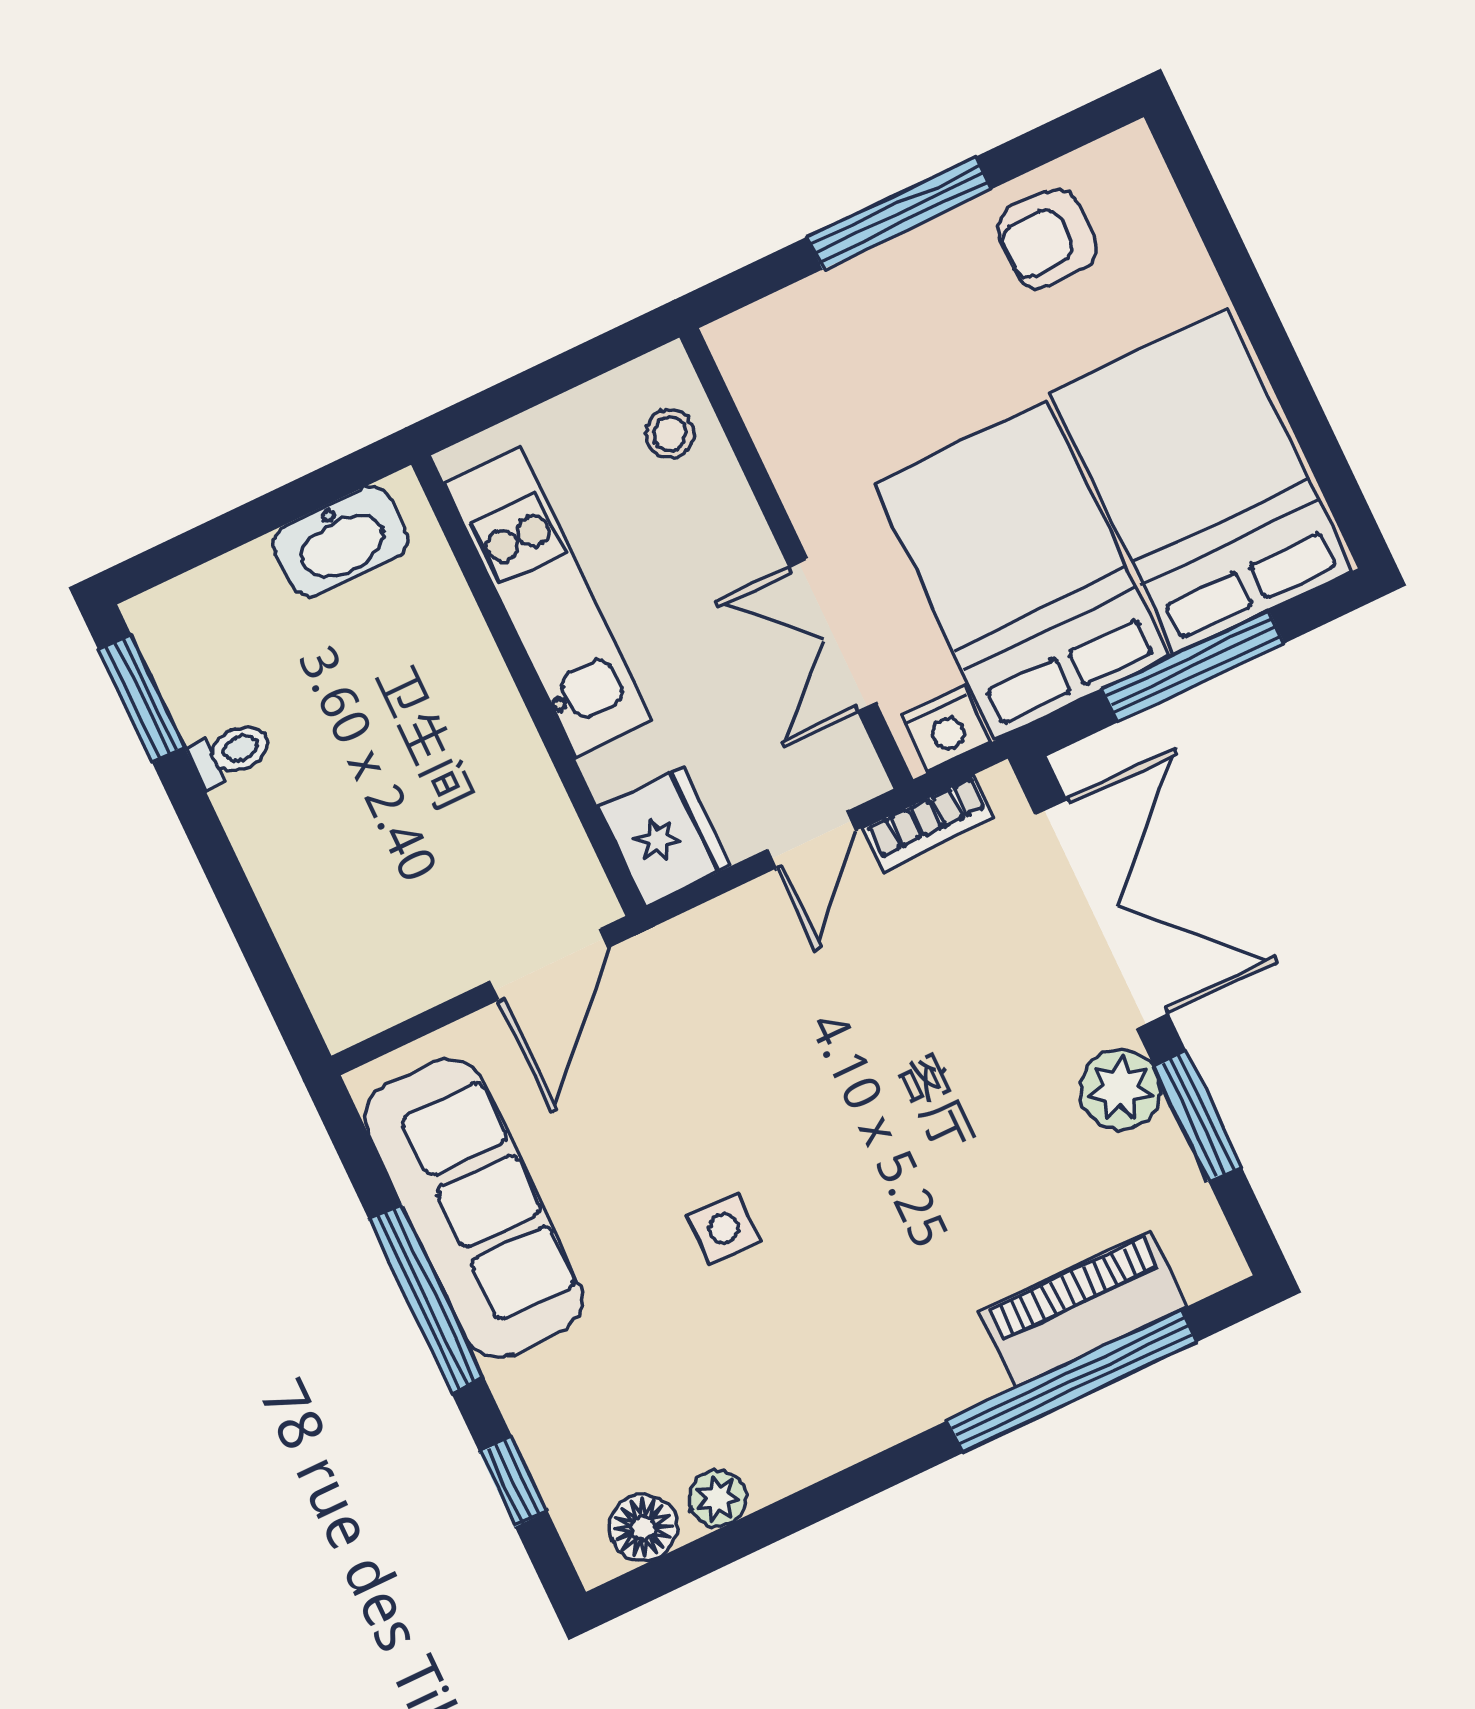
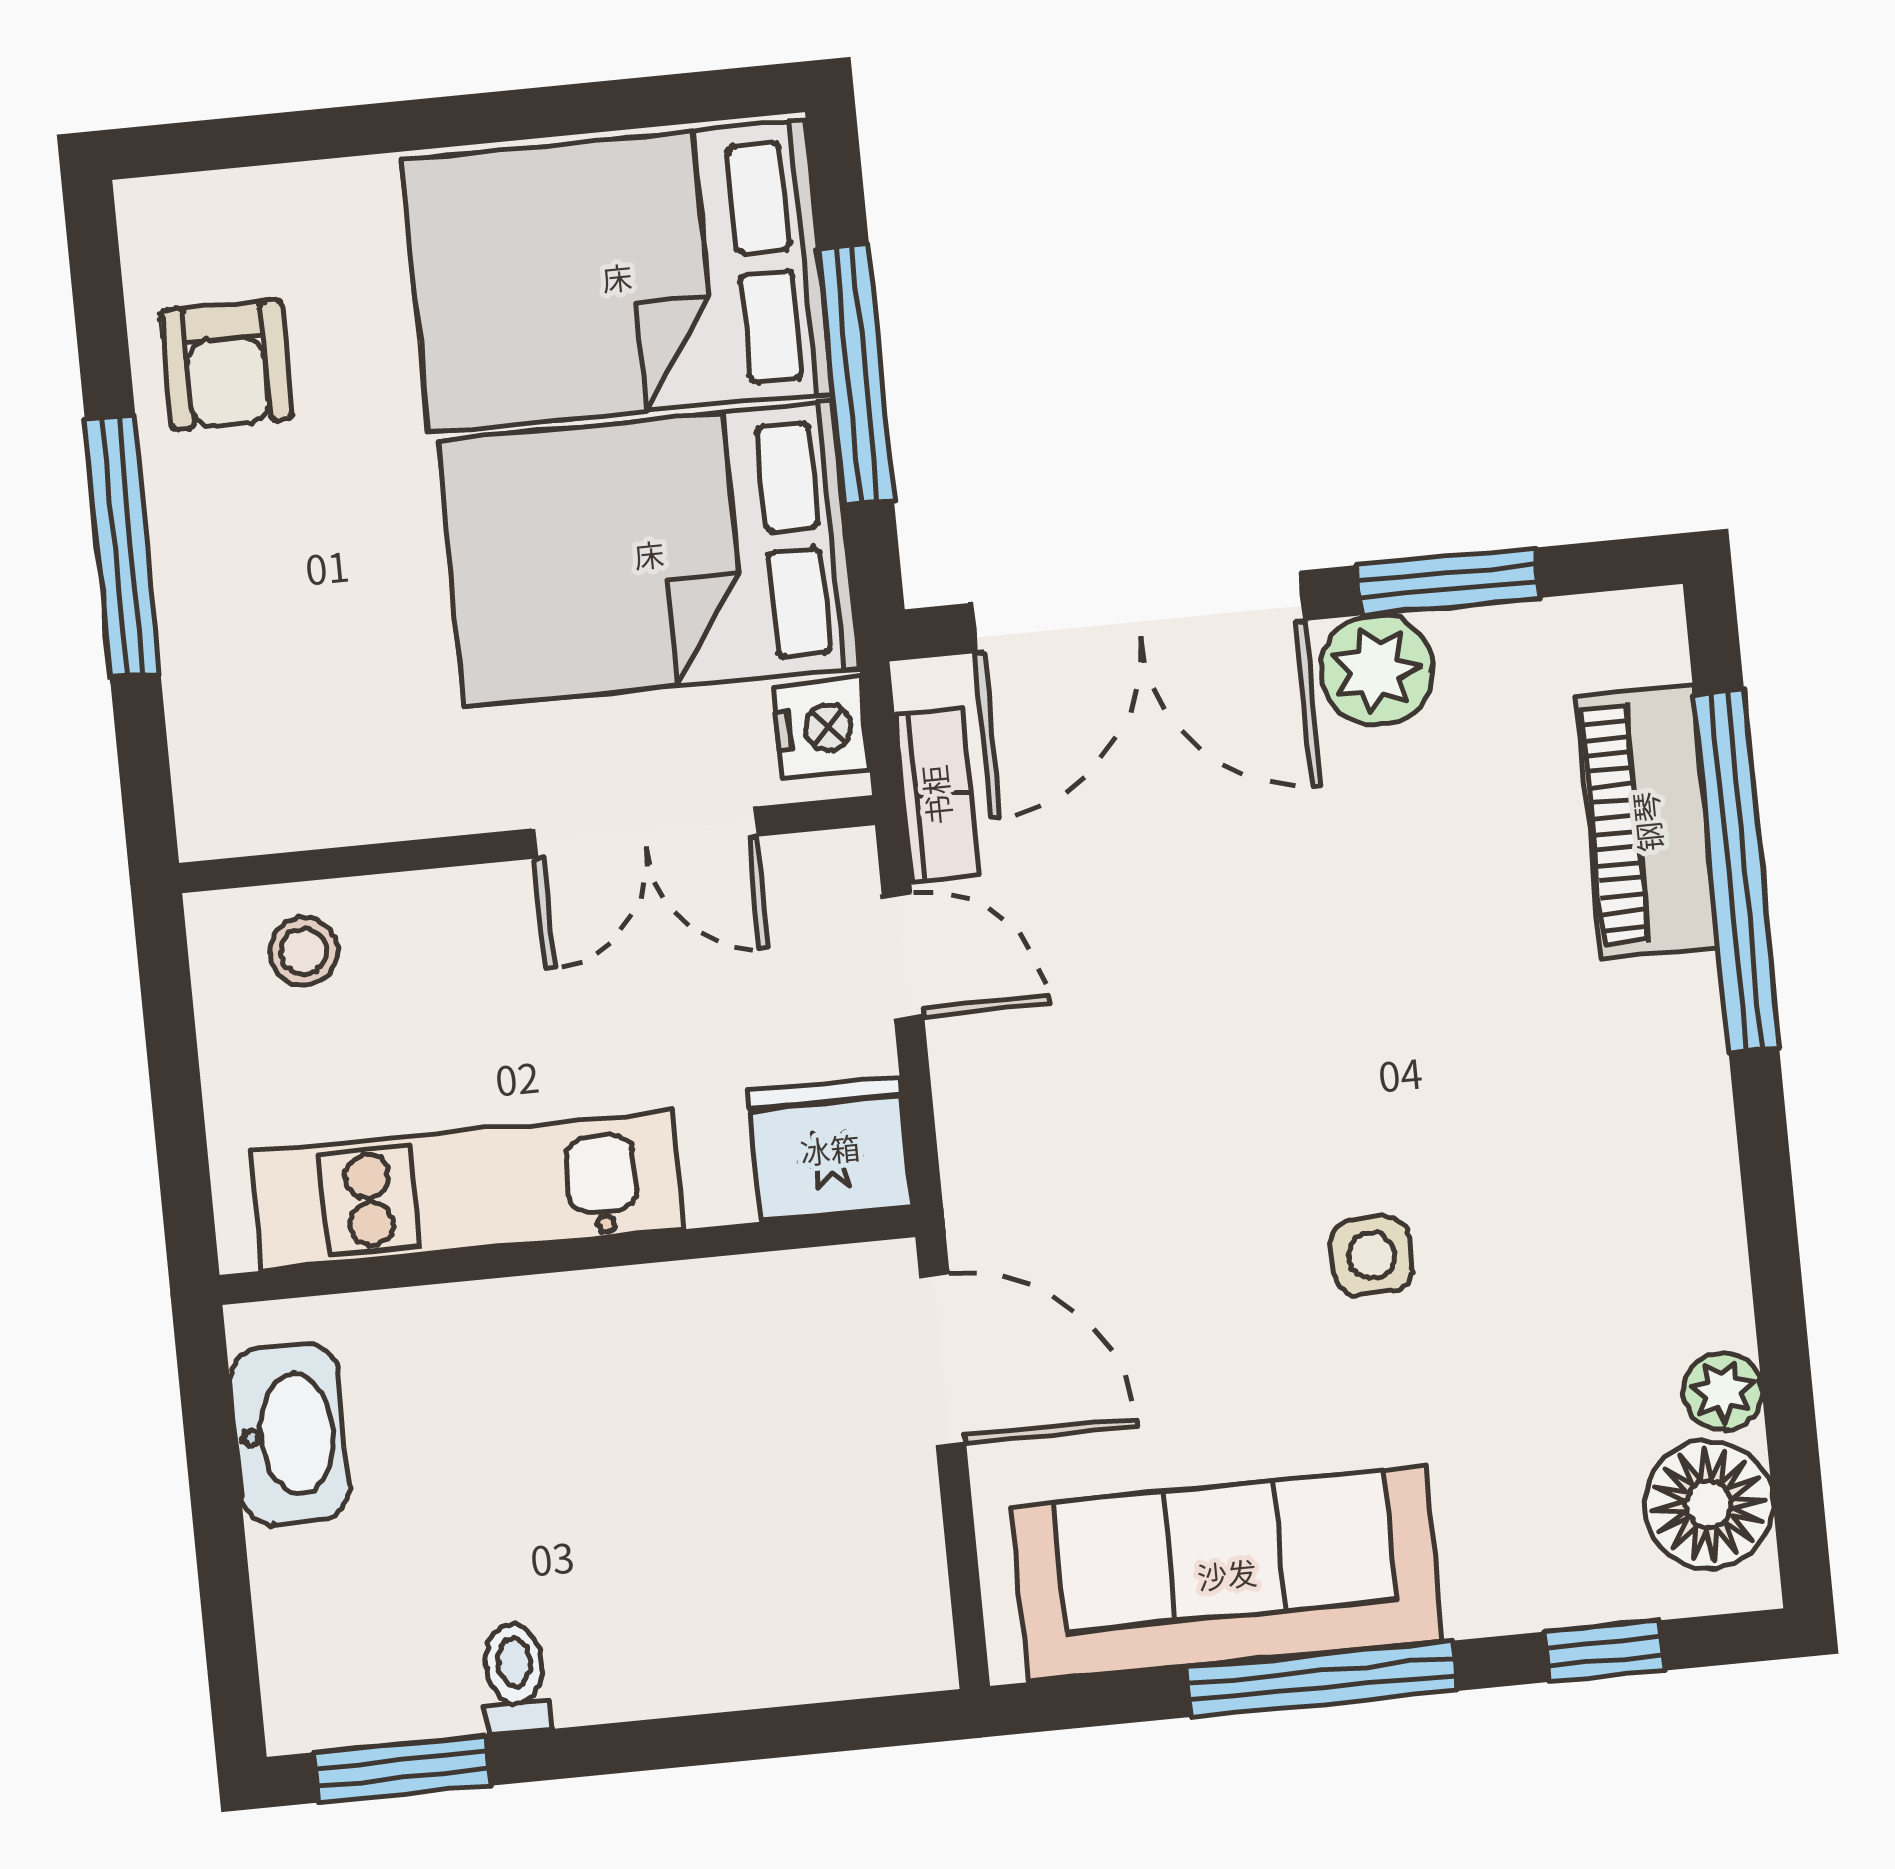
double door: (1101, 914) -> (1138, 612), swing flipped
floor lamp: (643, 1528) -> (1709, 1504), width x1.38, depth x1.38

